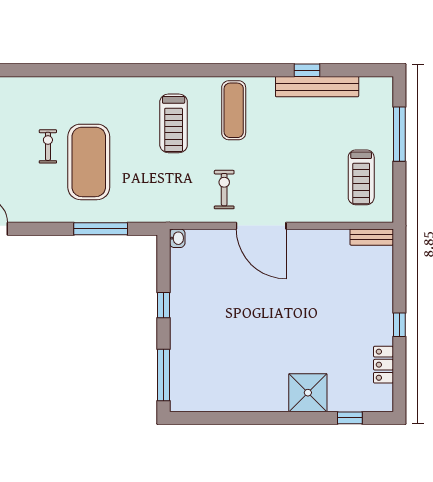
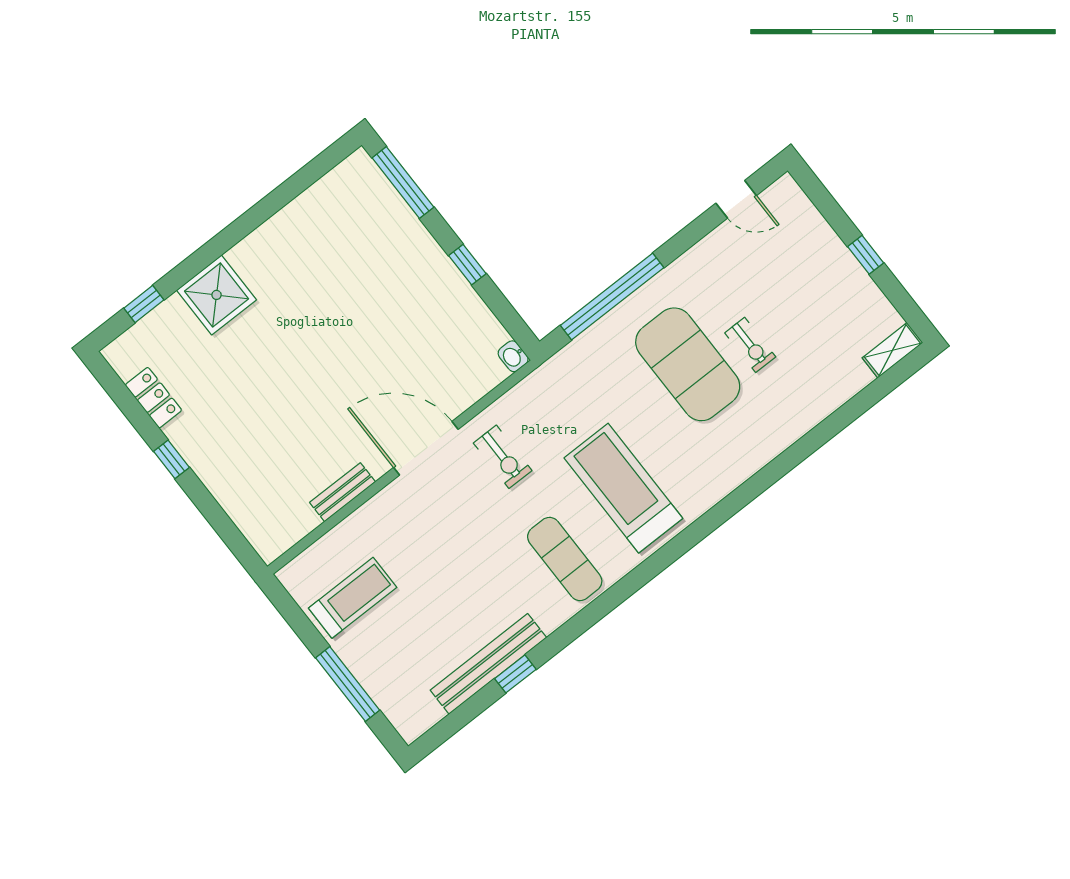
treadmill: (174, 123) -> (623, 488), width x1.37, depth x1.38
treadmill: (361, 177) -> (353, 598), turned 90
window: (101, 229) -> (612, 296), width x1.46
bench: (372, 237) -> (343, 492), moved

